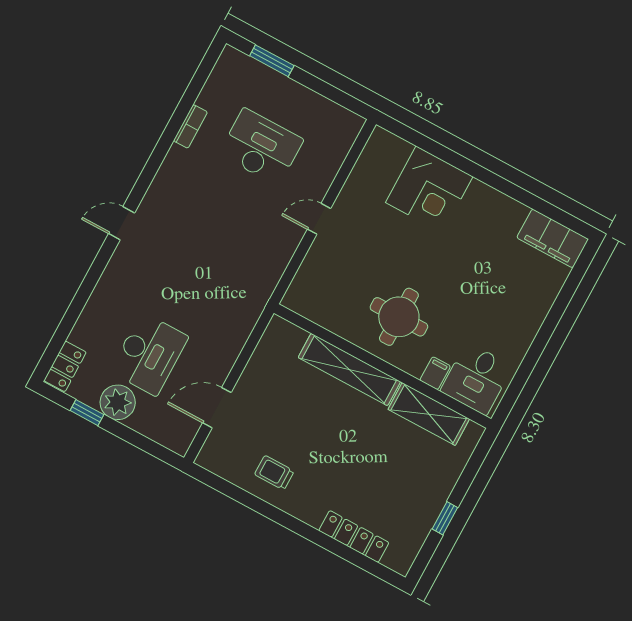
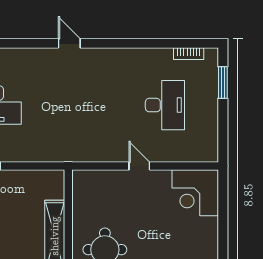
bookcase: (190, 126) -> (189, 54), moved
corner desk: (429, 190) -> (195, 193), moved

